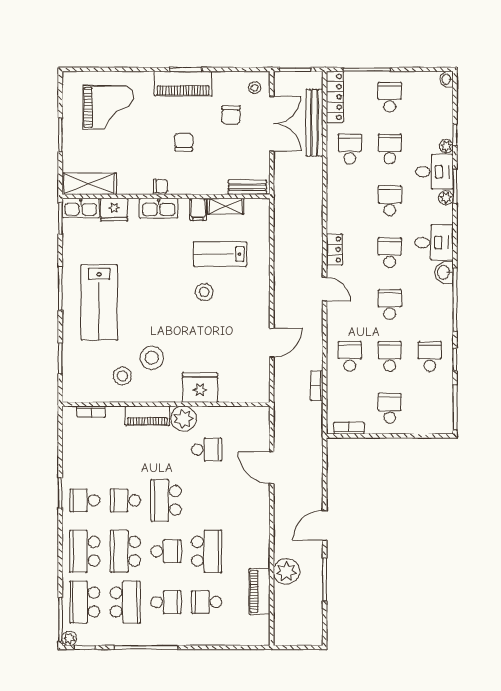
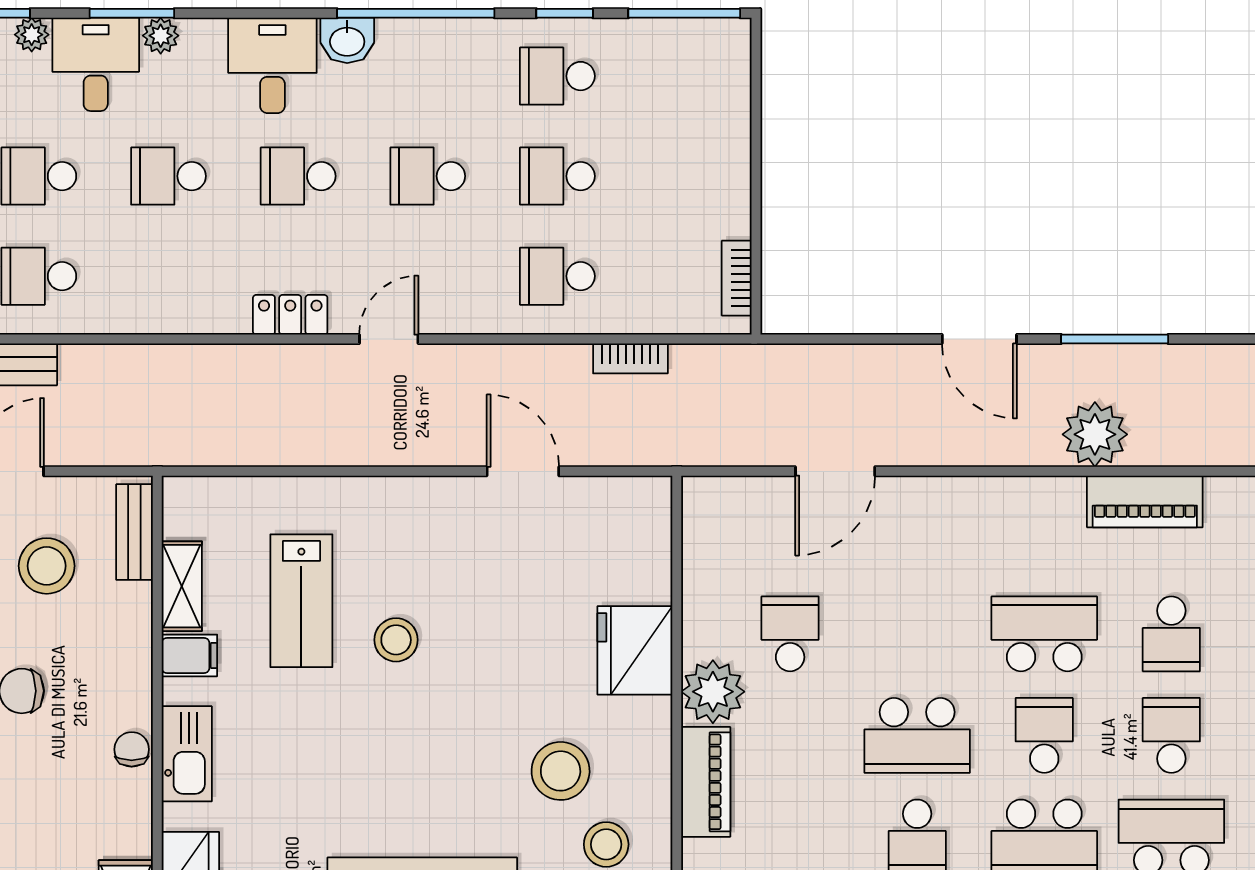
stool: (234, 152) -> (47, 566), added
school desk: (390, 408) -> (687, 176), removed

